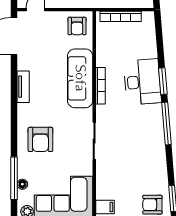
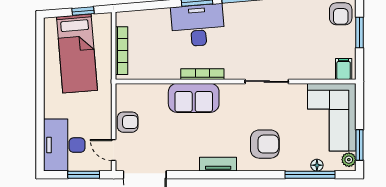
armchair: (77, 26) -> (128, 122), moved
sofa: (80, 78) -> (194, 98), width x0.73
tv unit: (23, 87) -> (218, 164), moved

